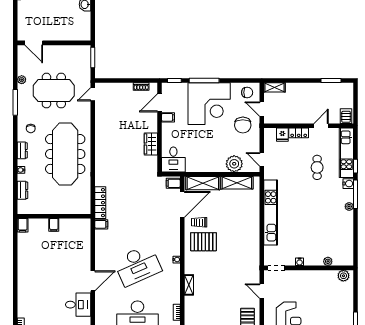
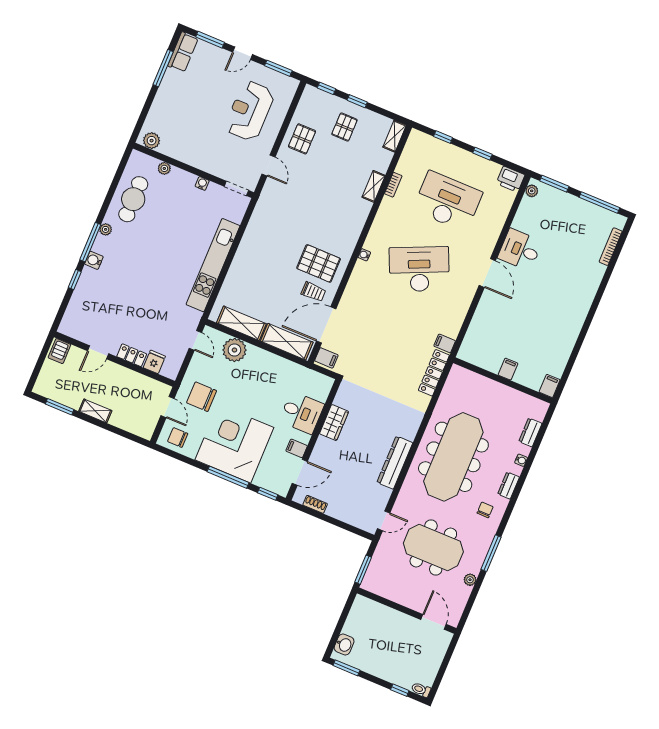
shelving: (275, 87) -> (95, 411), moved
chair: (243, 125) -> (202, 397), turned -90
dresser: (101, 135) -> (395, 463), added
kitchen unit: (346, 153) -> (79, 302), removed
desk: (173, 159) -> (302, 413), moved, turned 90
cafe table: (317, 167) -> (133, 199), moved, width x1.37, depth x1.35
door: (93, 281) -> (487, 273), swing flipped
shelving: (189, 285) -> (374, 186), moved

